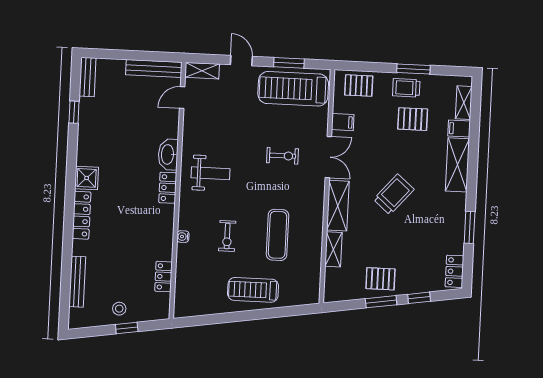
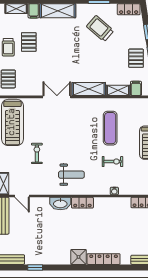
filing cabinet: (343, 122) -> (136, 88), moved
exercise bike: (283, 156) -> (37, 153), moved
weight bench: (210, 173) -> (71, 175), turned 90
trolley: (394, 194) -> (100, 29), moved
exercise mat: (278, 235) -> (110, 128), turned 90

